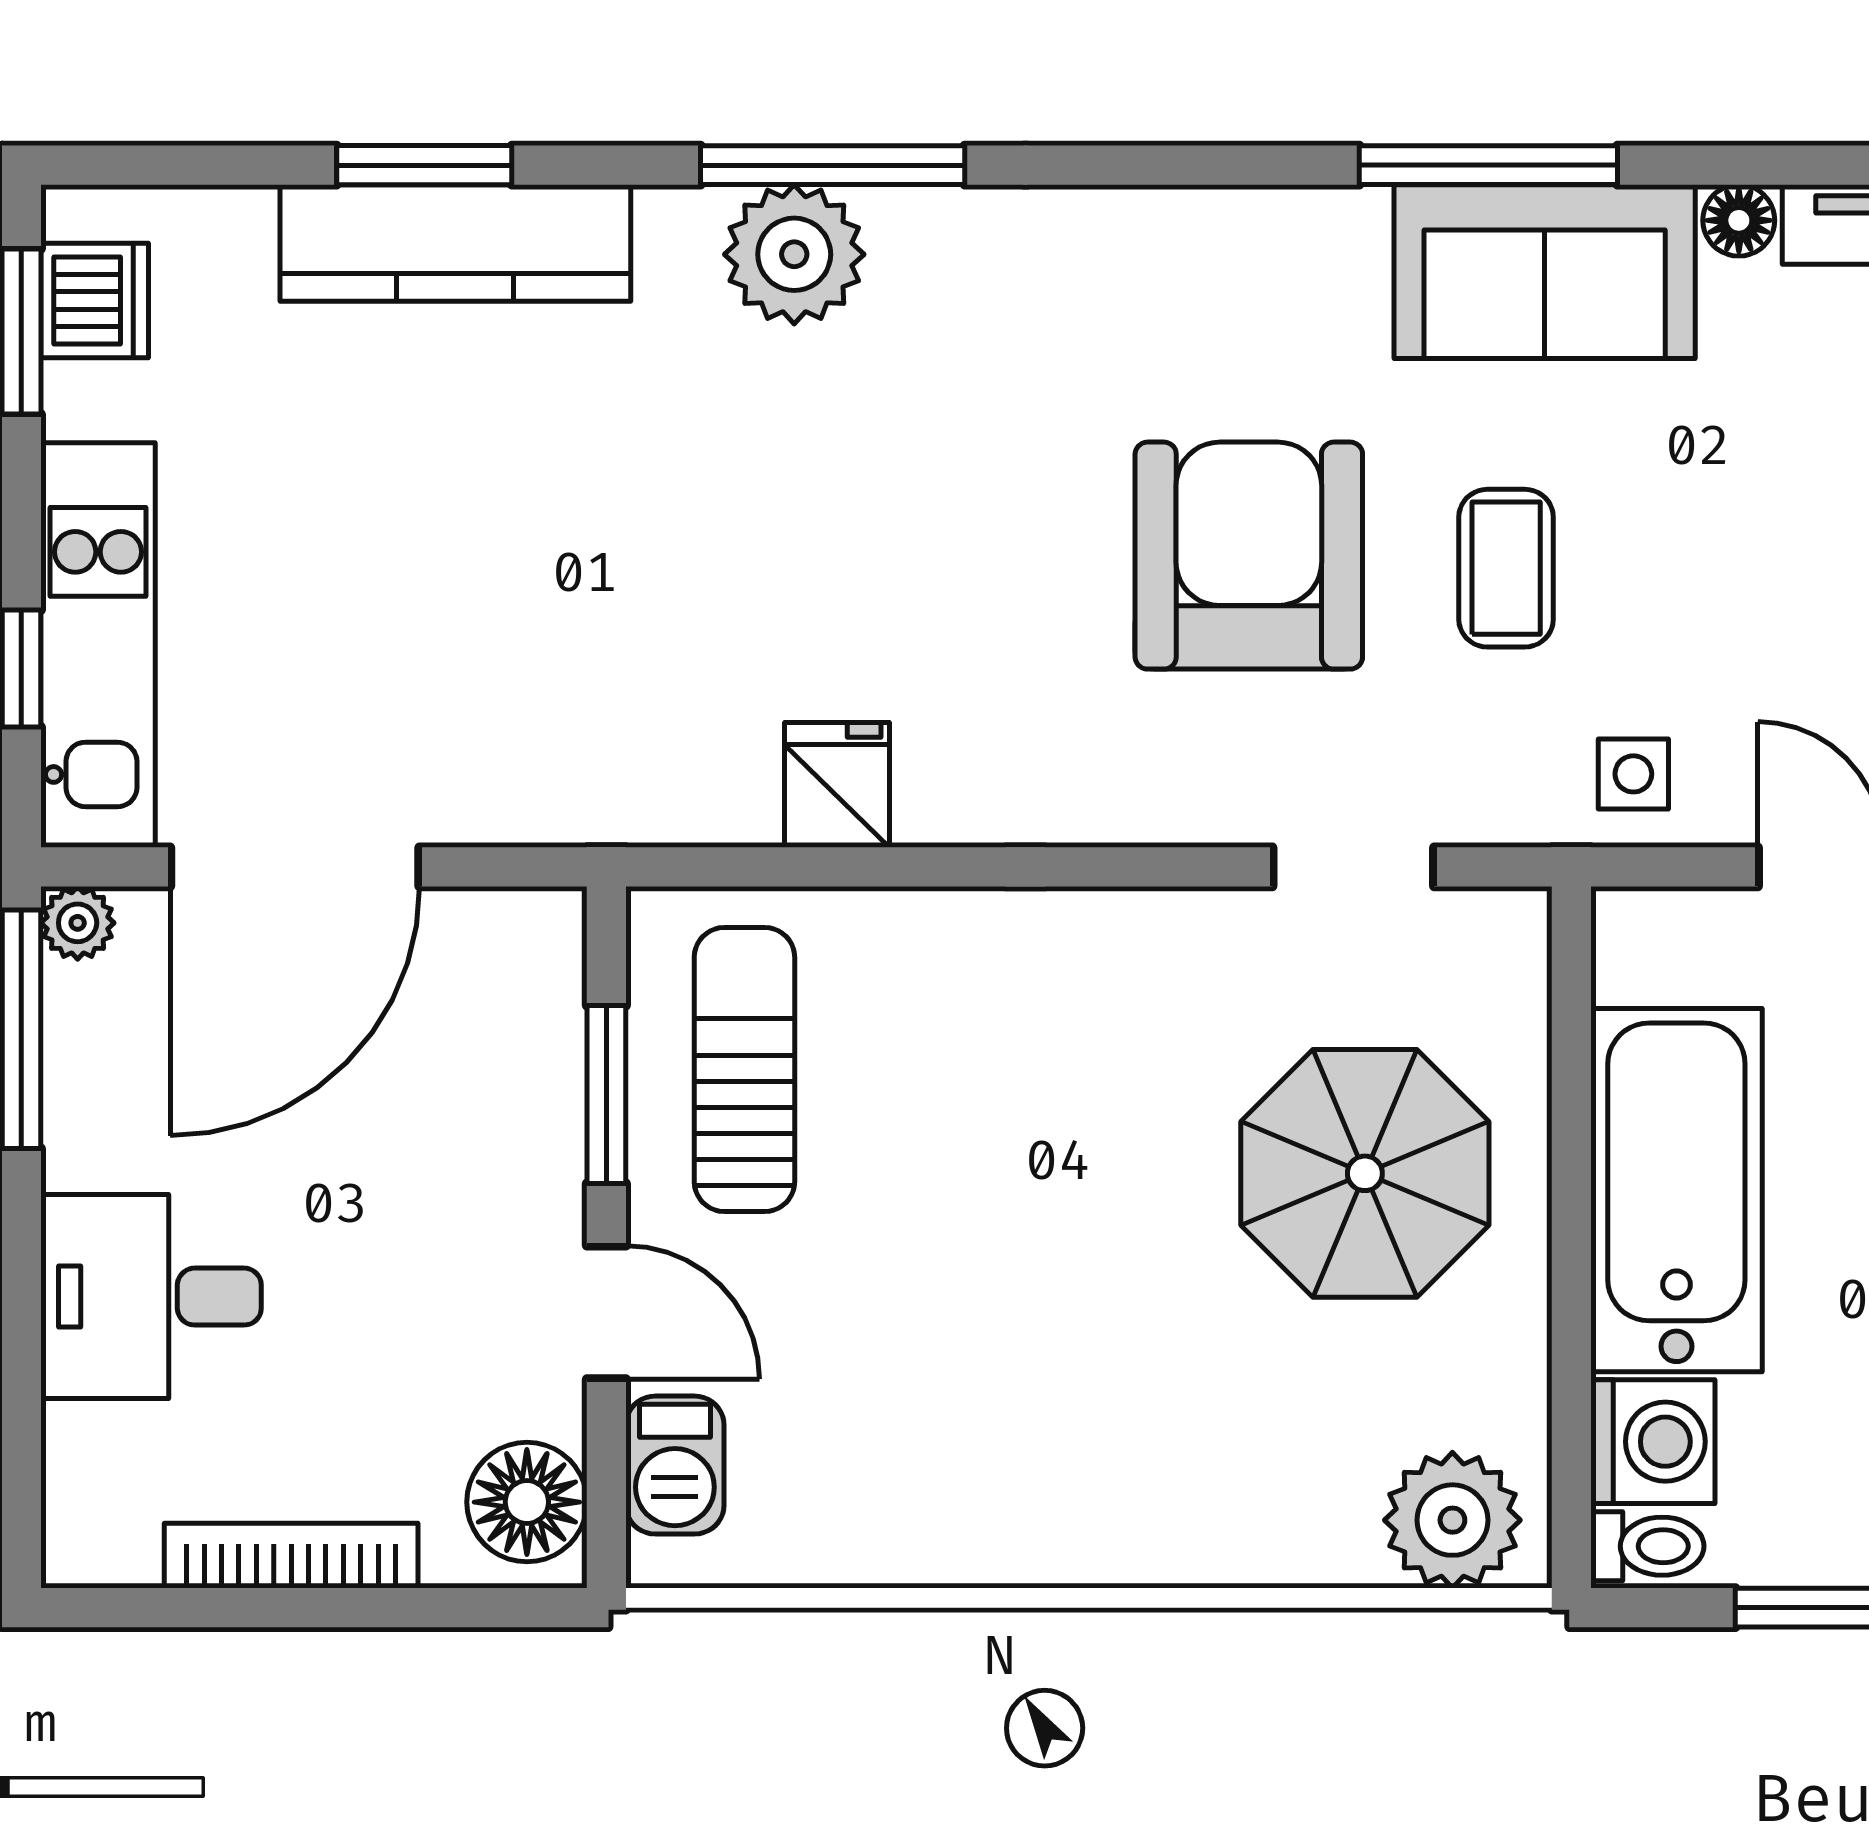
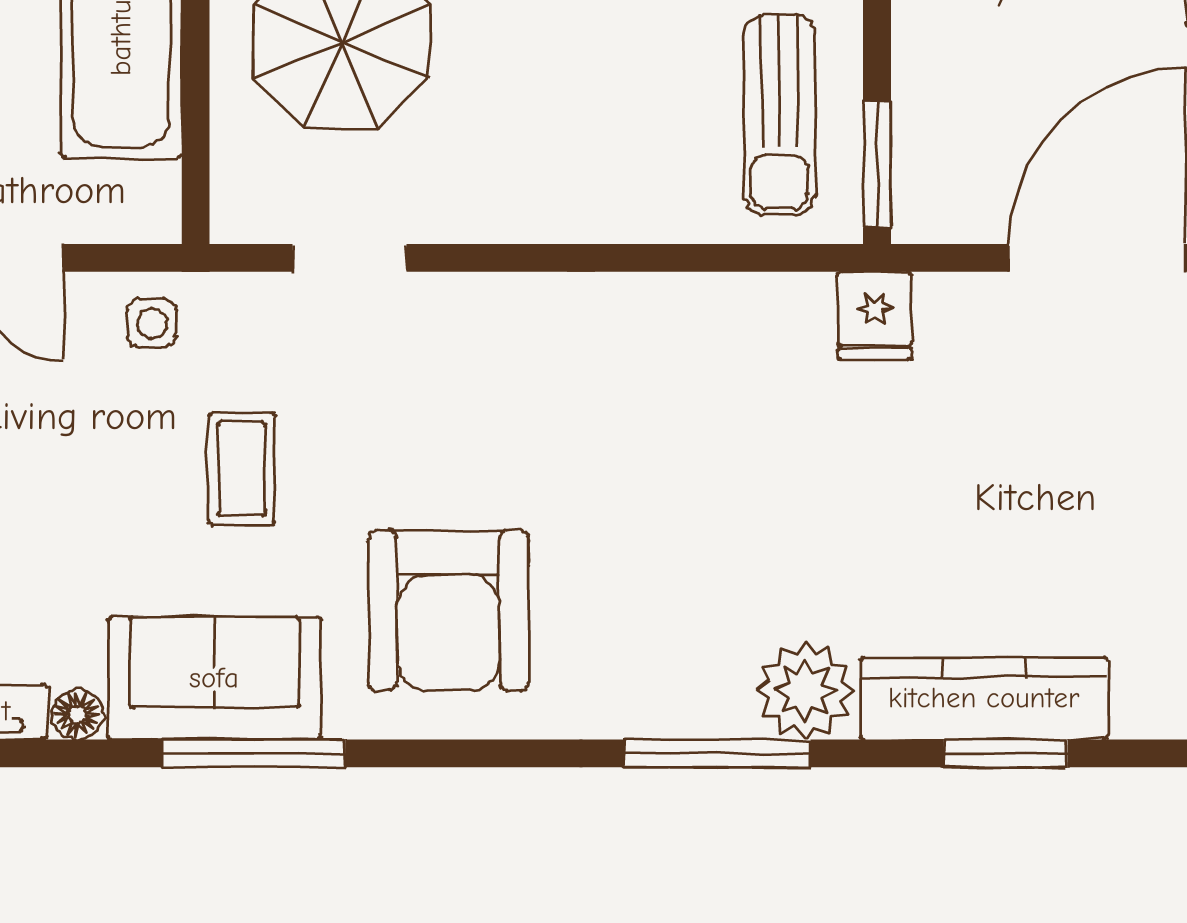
plant: (794, 254) -> (805, 690), moved
armchair: (1249, 556) -> (448, 610), moved
fridge: (837, 785) -> (875, 316), moved
window: (606, 1095) -> (877, 164), moved

